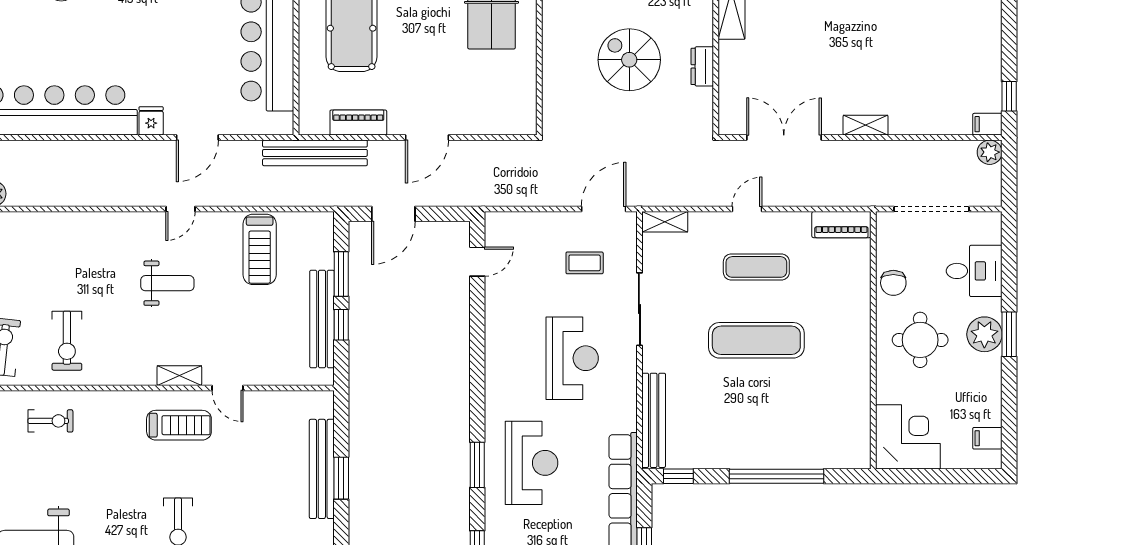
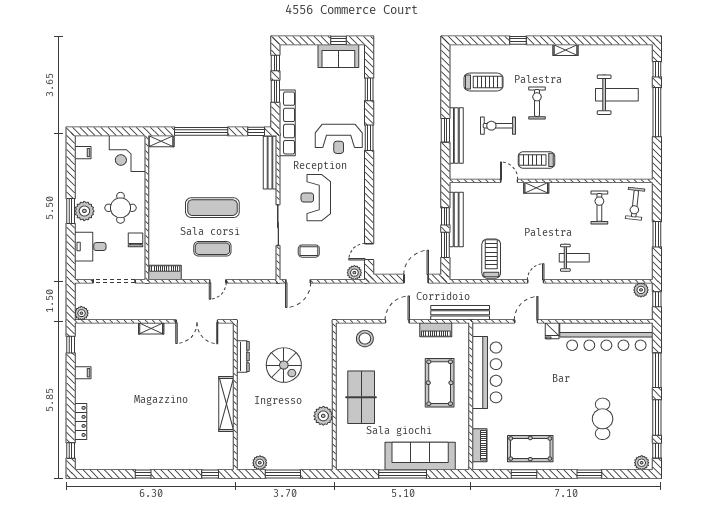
dresser: (702, 66) -> (243, 356), width x1.44
stool: (485, 107) -> (365, 339), added
filing cabinet: (987, 124) -> (83, 373), moved
shelving: (665, 222) -> (161, 141), moved
plant: (503, 224) -> (354, 273), added
weight bench: (167, 283) -> (574, 258), moved, turned 180
exercise bike: (50, 421) -> (498, 126), moved, width x1.38, depth x1.39
reception desk: (531, 463) -> (339, 139), turned -90

